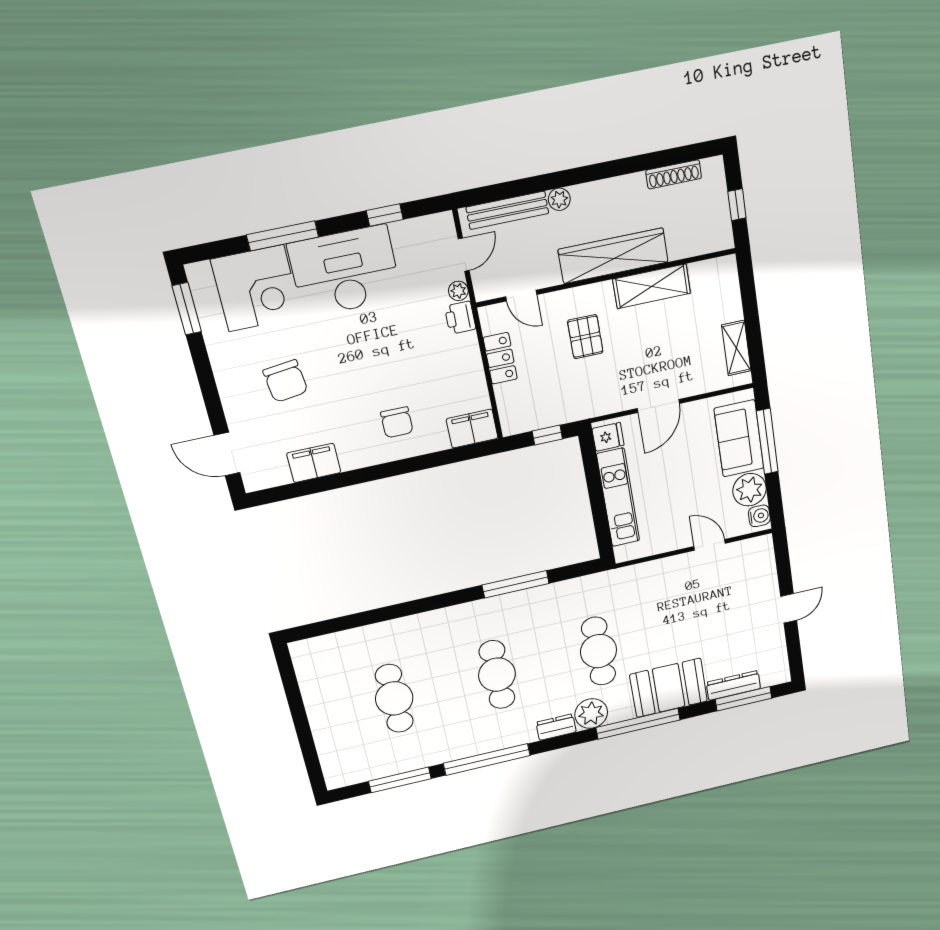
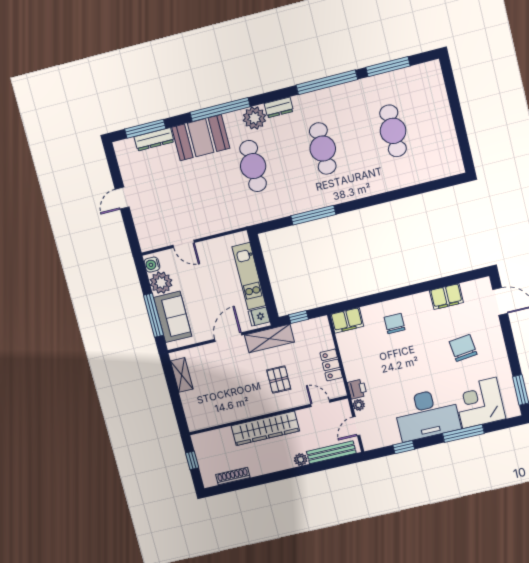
shelving: (652, 286) -> (269, 338), moved

